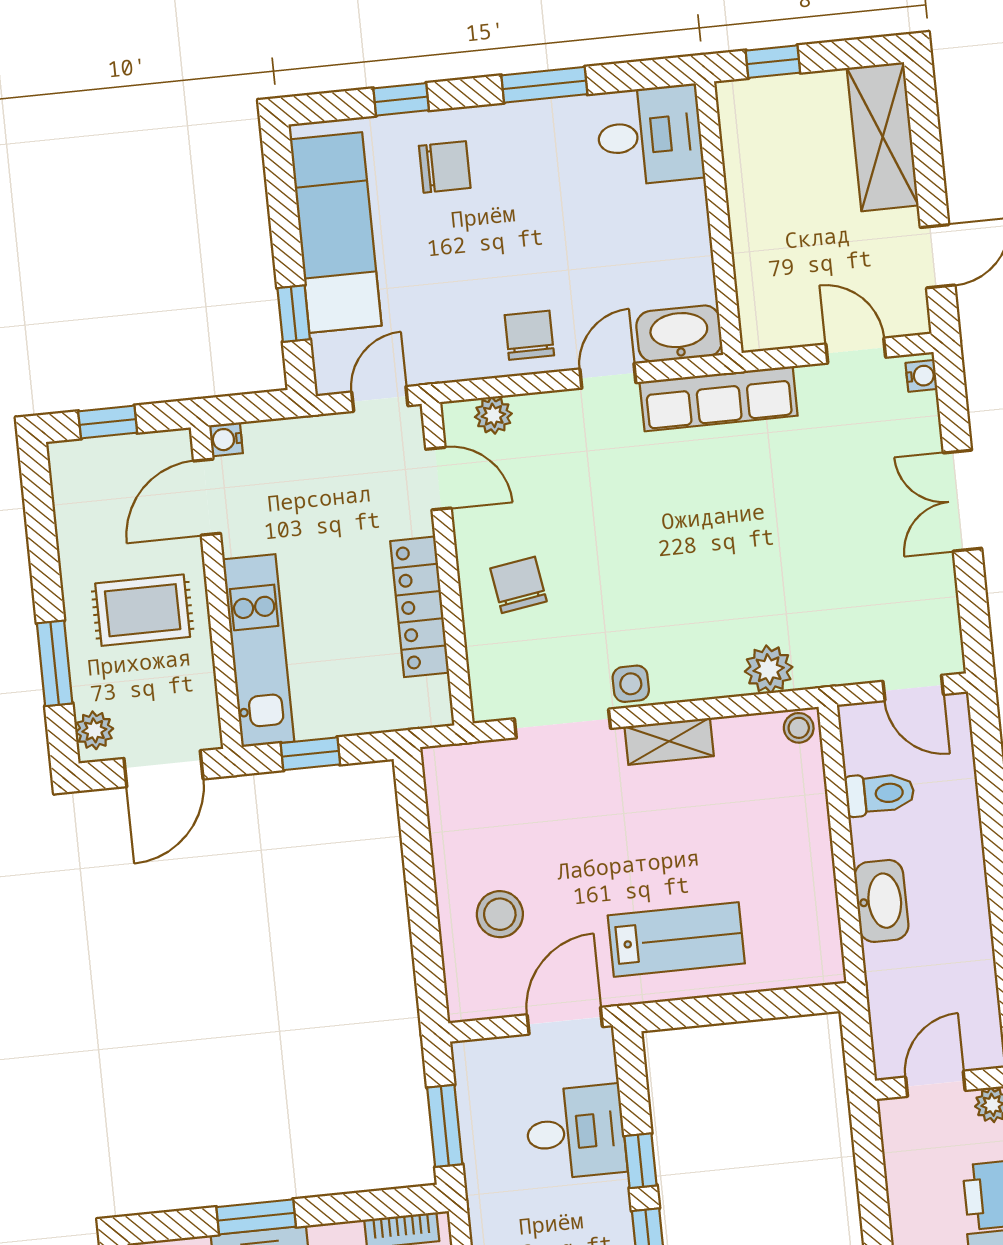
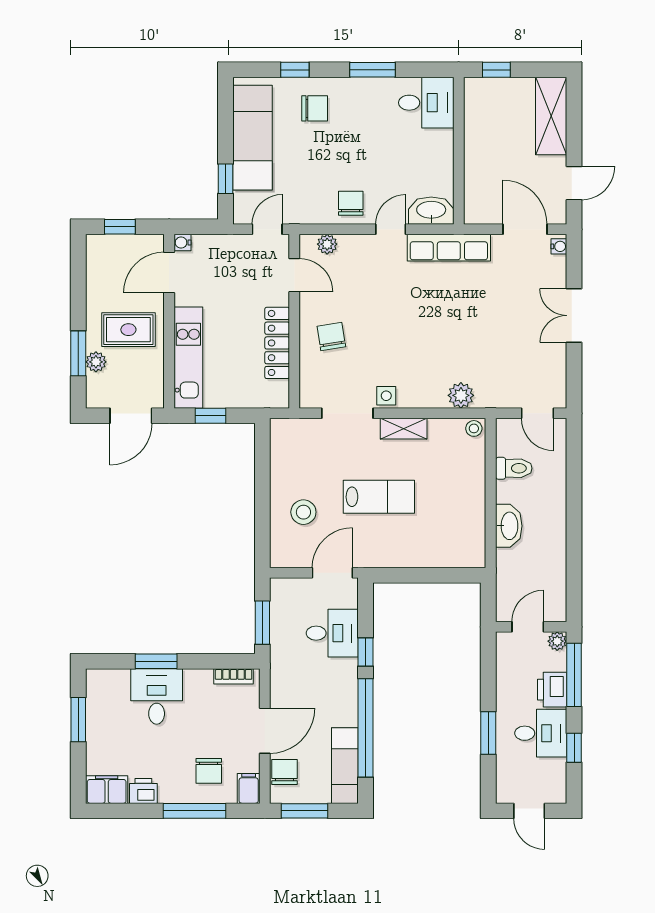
door: (856, 351) -> (525, 229), width x1.38
plant: (94, 730) -> (96, 362), moved
lab bench: (676, 939) -> (379, 497), moved

